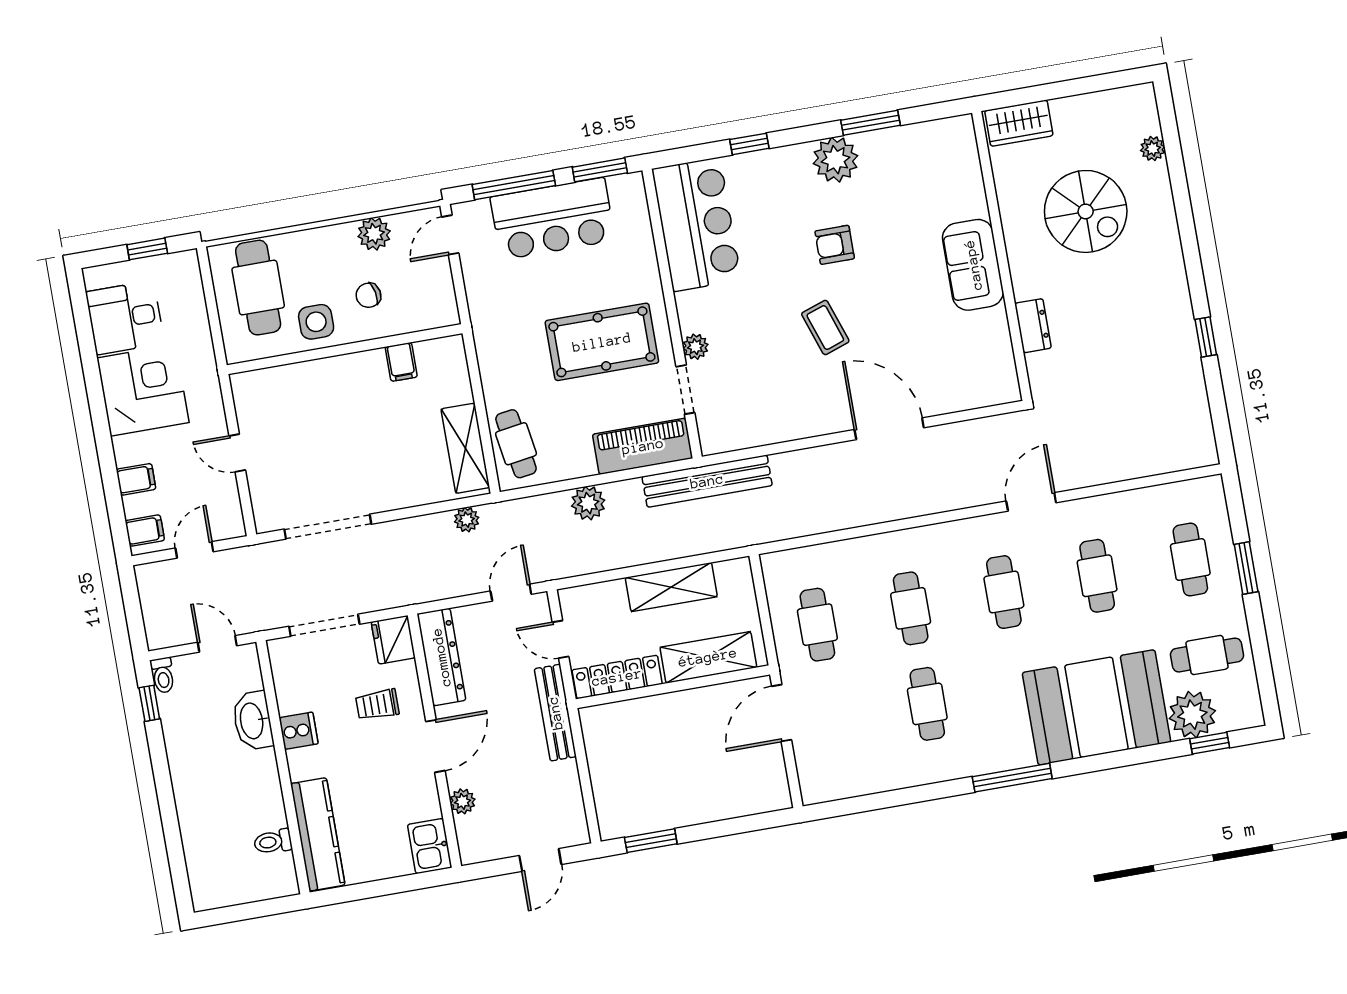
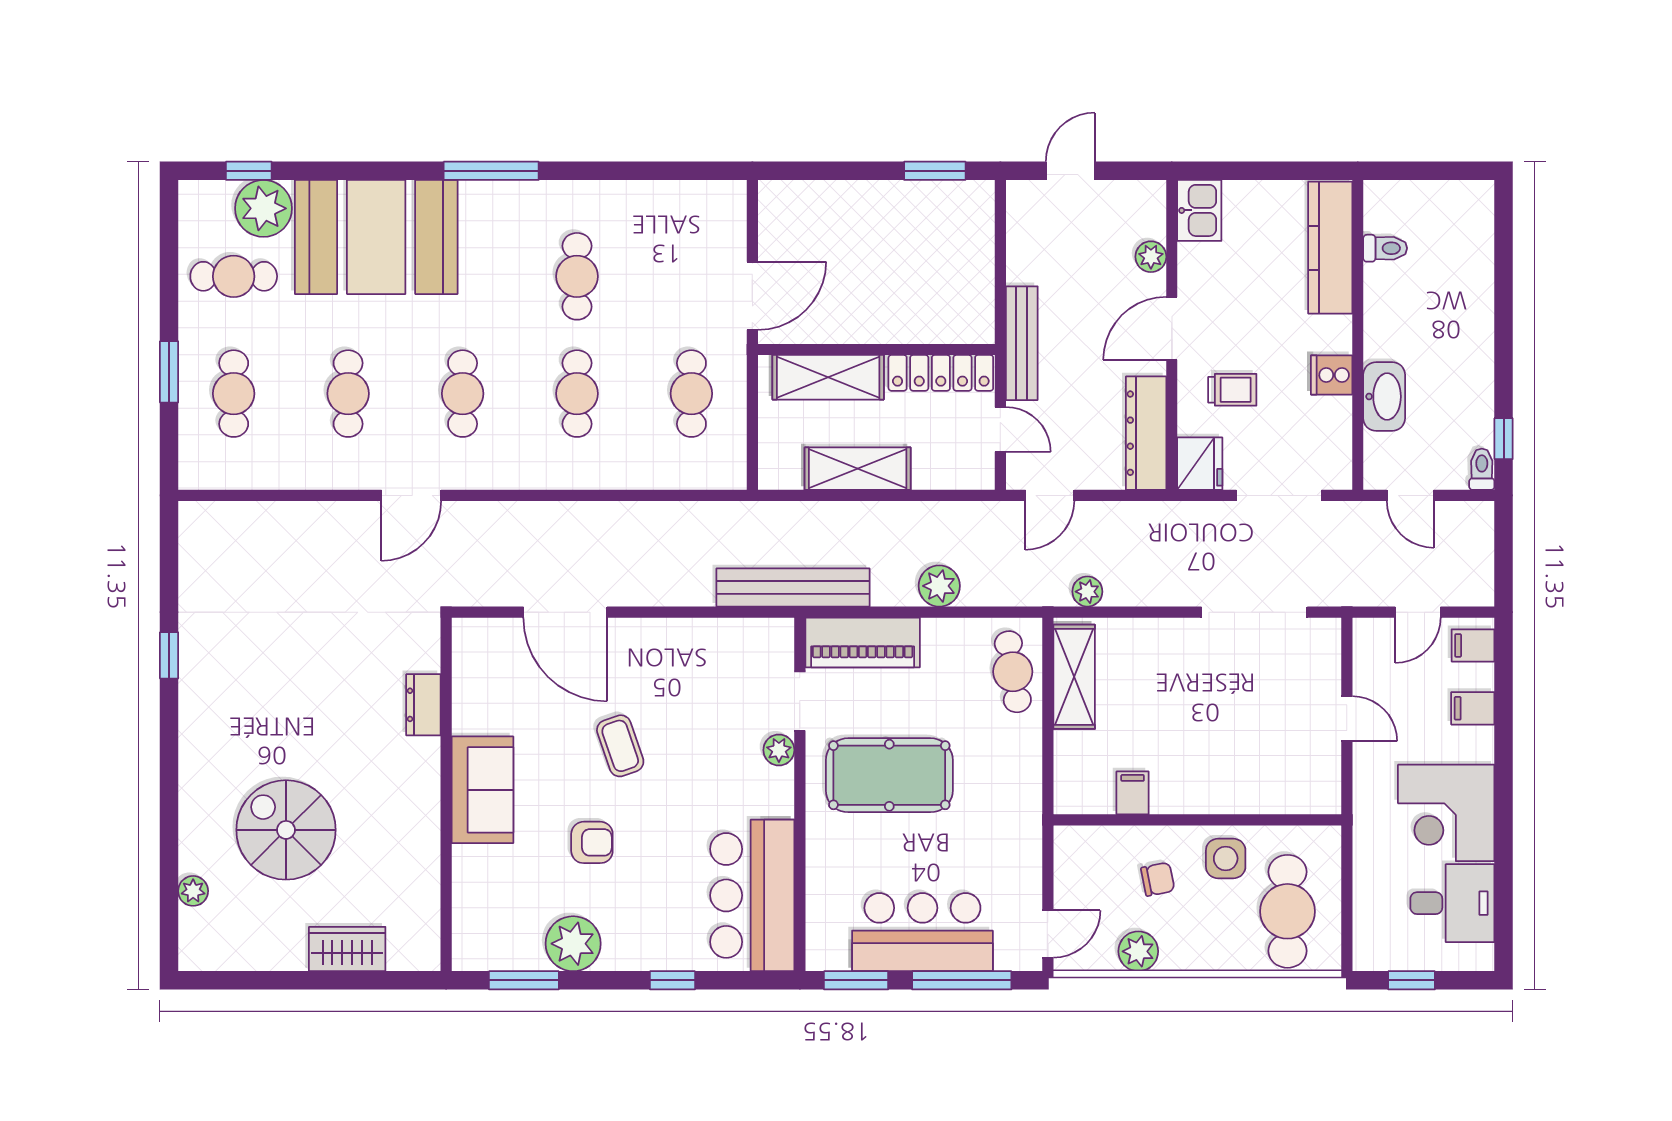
wall: (1002, 256) -> (446, 794), moved
sofa: (973, 265) -> (482, 790), moved
dresser: (1033, 326) -> (423, 705), moved

